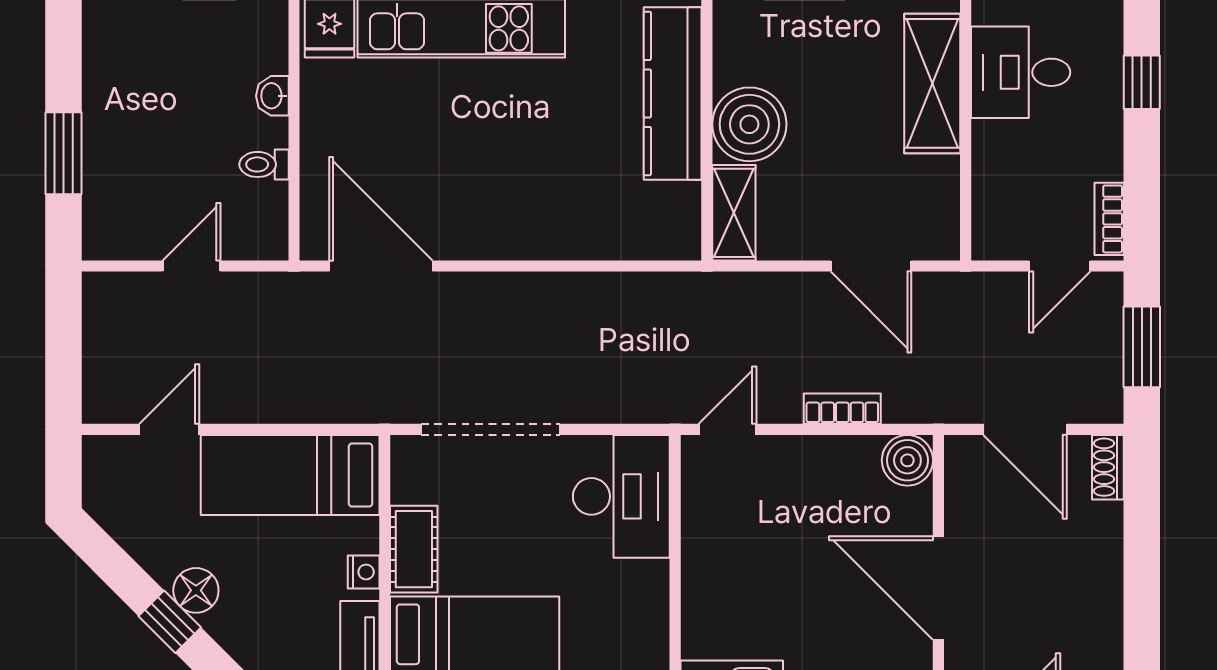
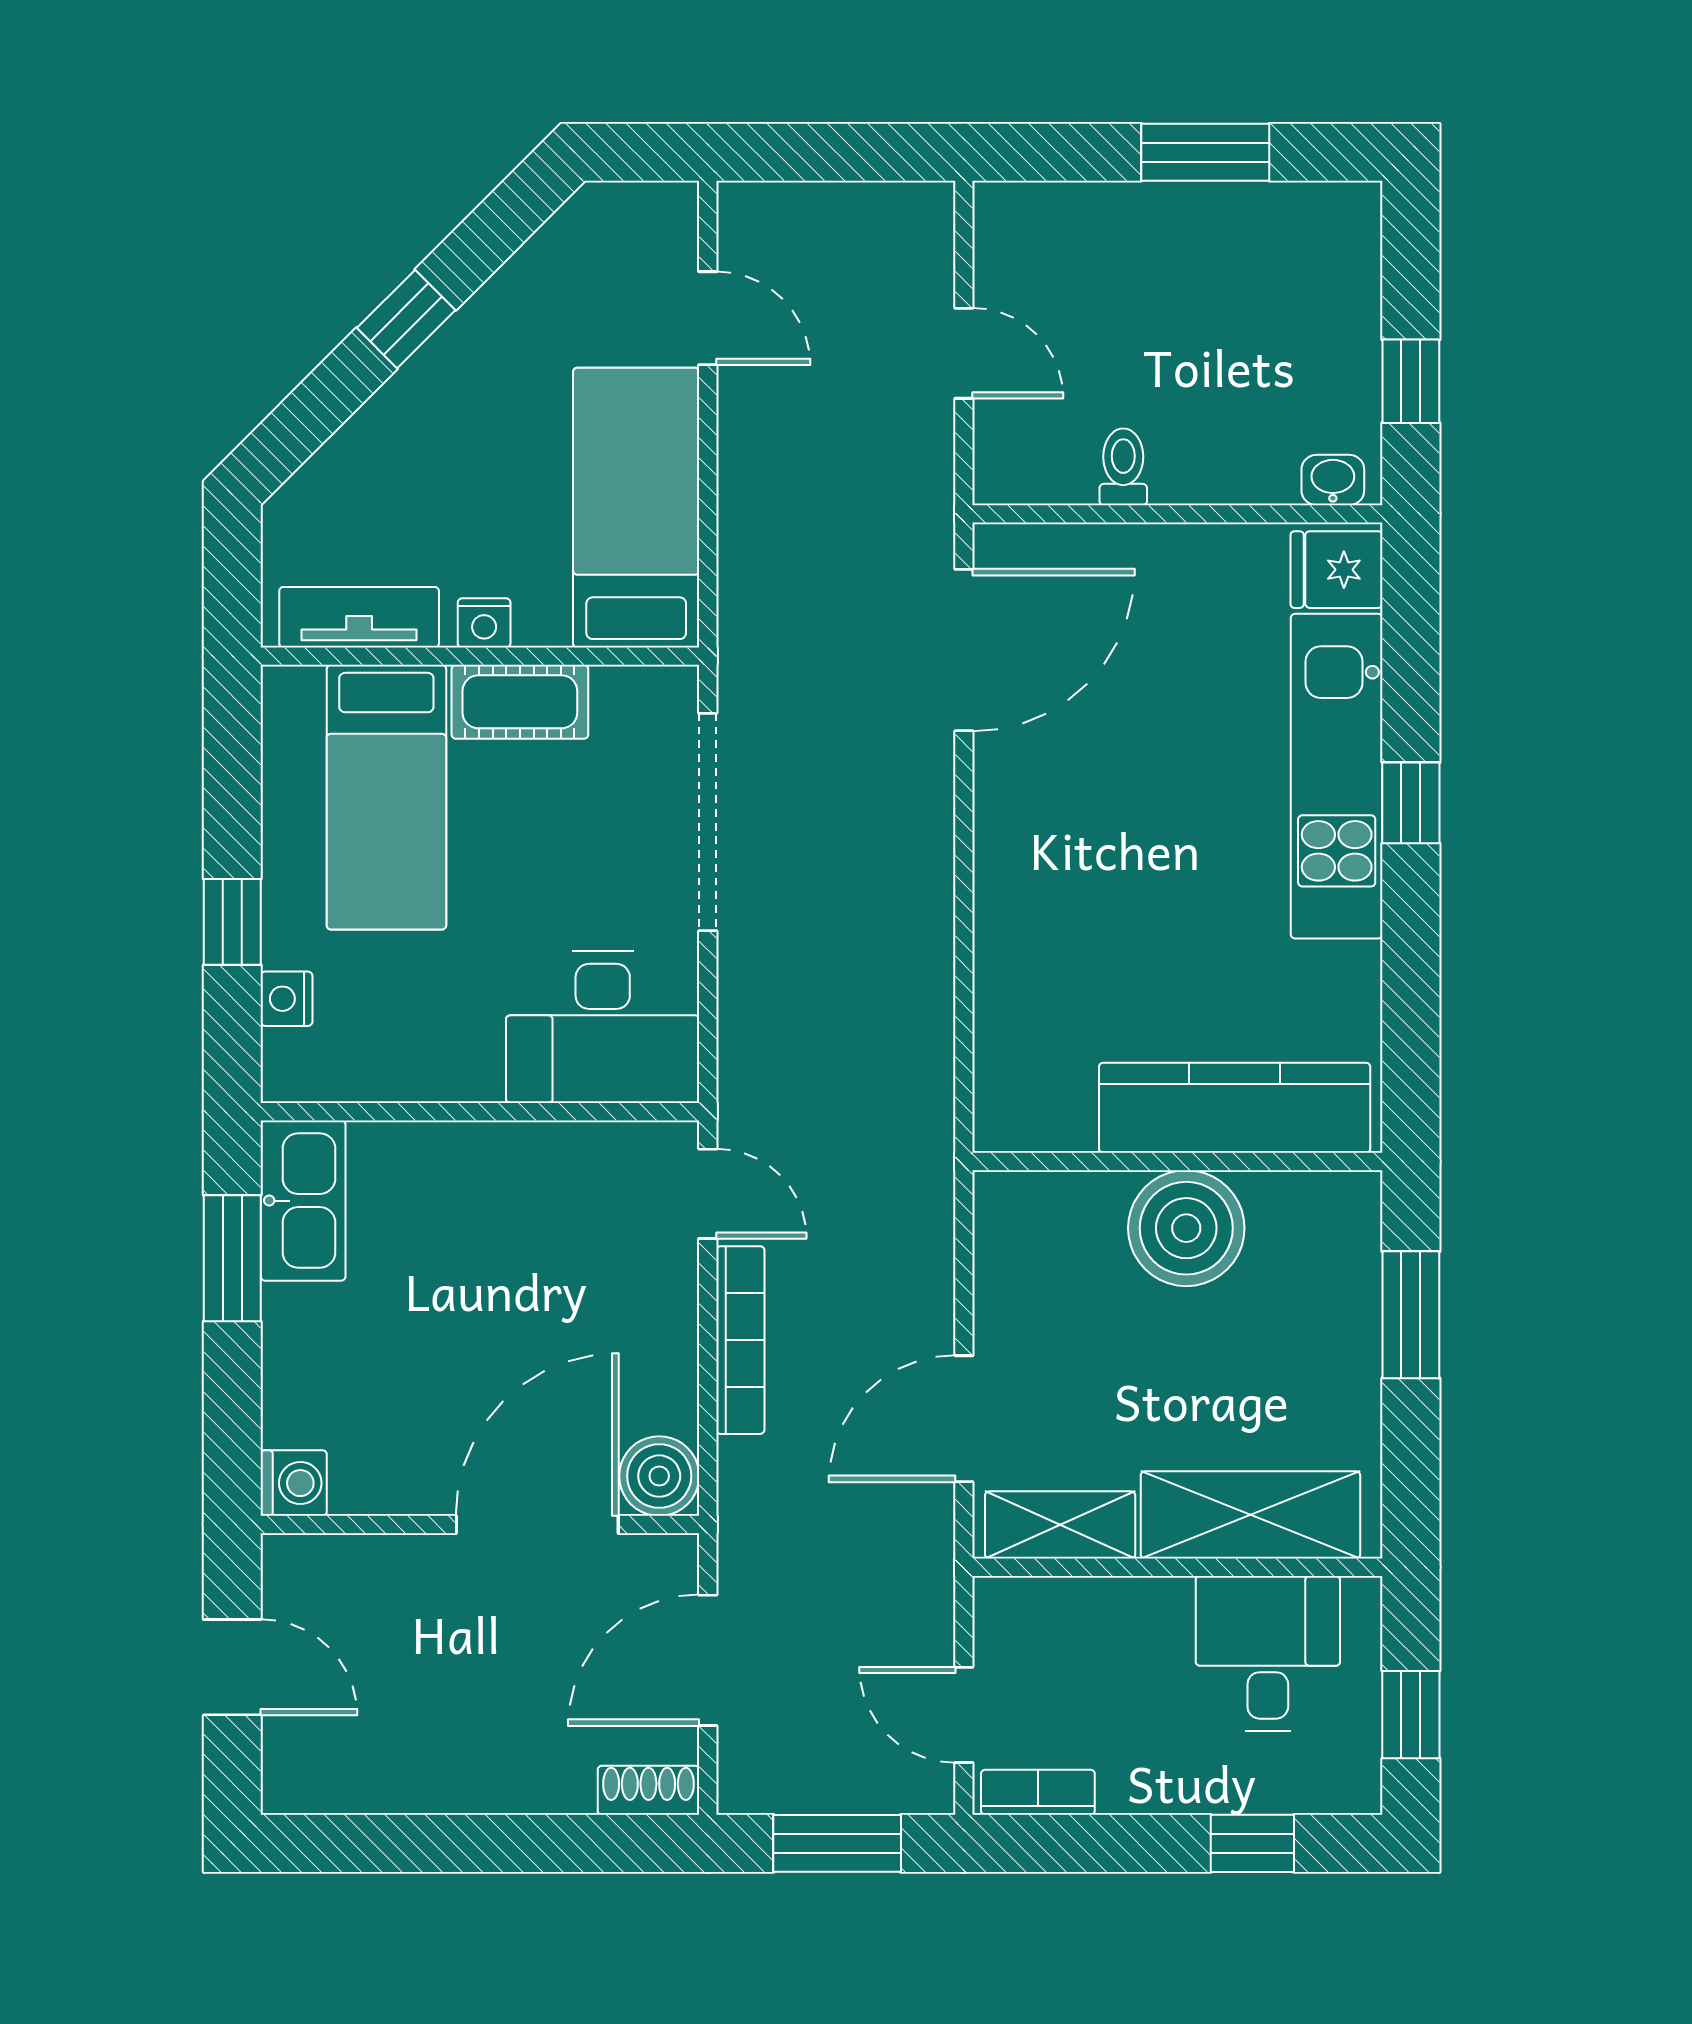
washbasin: (272, 96) -> (1333, 480), moved
window: (63, 153) -> (1205, 152), moved
shelving: (734, 213) -> (1060, 1525), moved
bookcase: (842, 409) -> (740, 1340), width x1.56
door: (938, 588) -> (537, 1525), moved
floor lamp: (196, 590) -> (455, 360), removed

